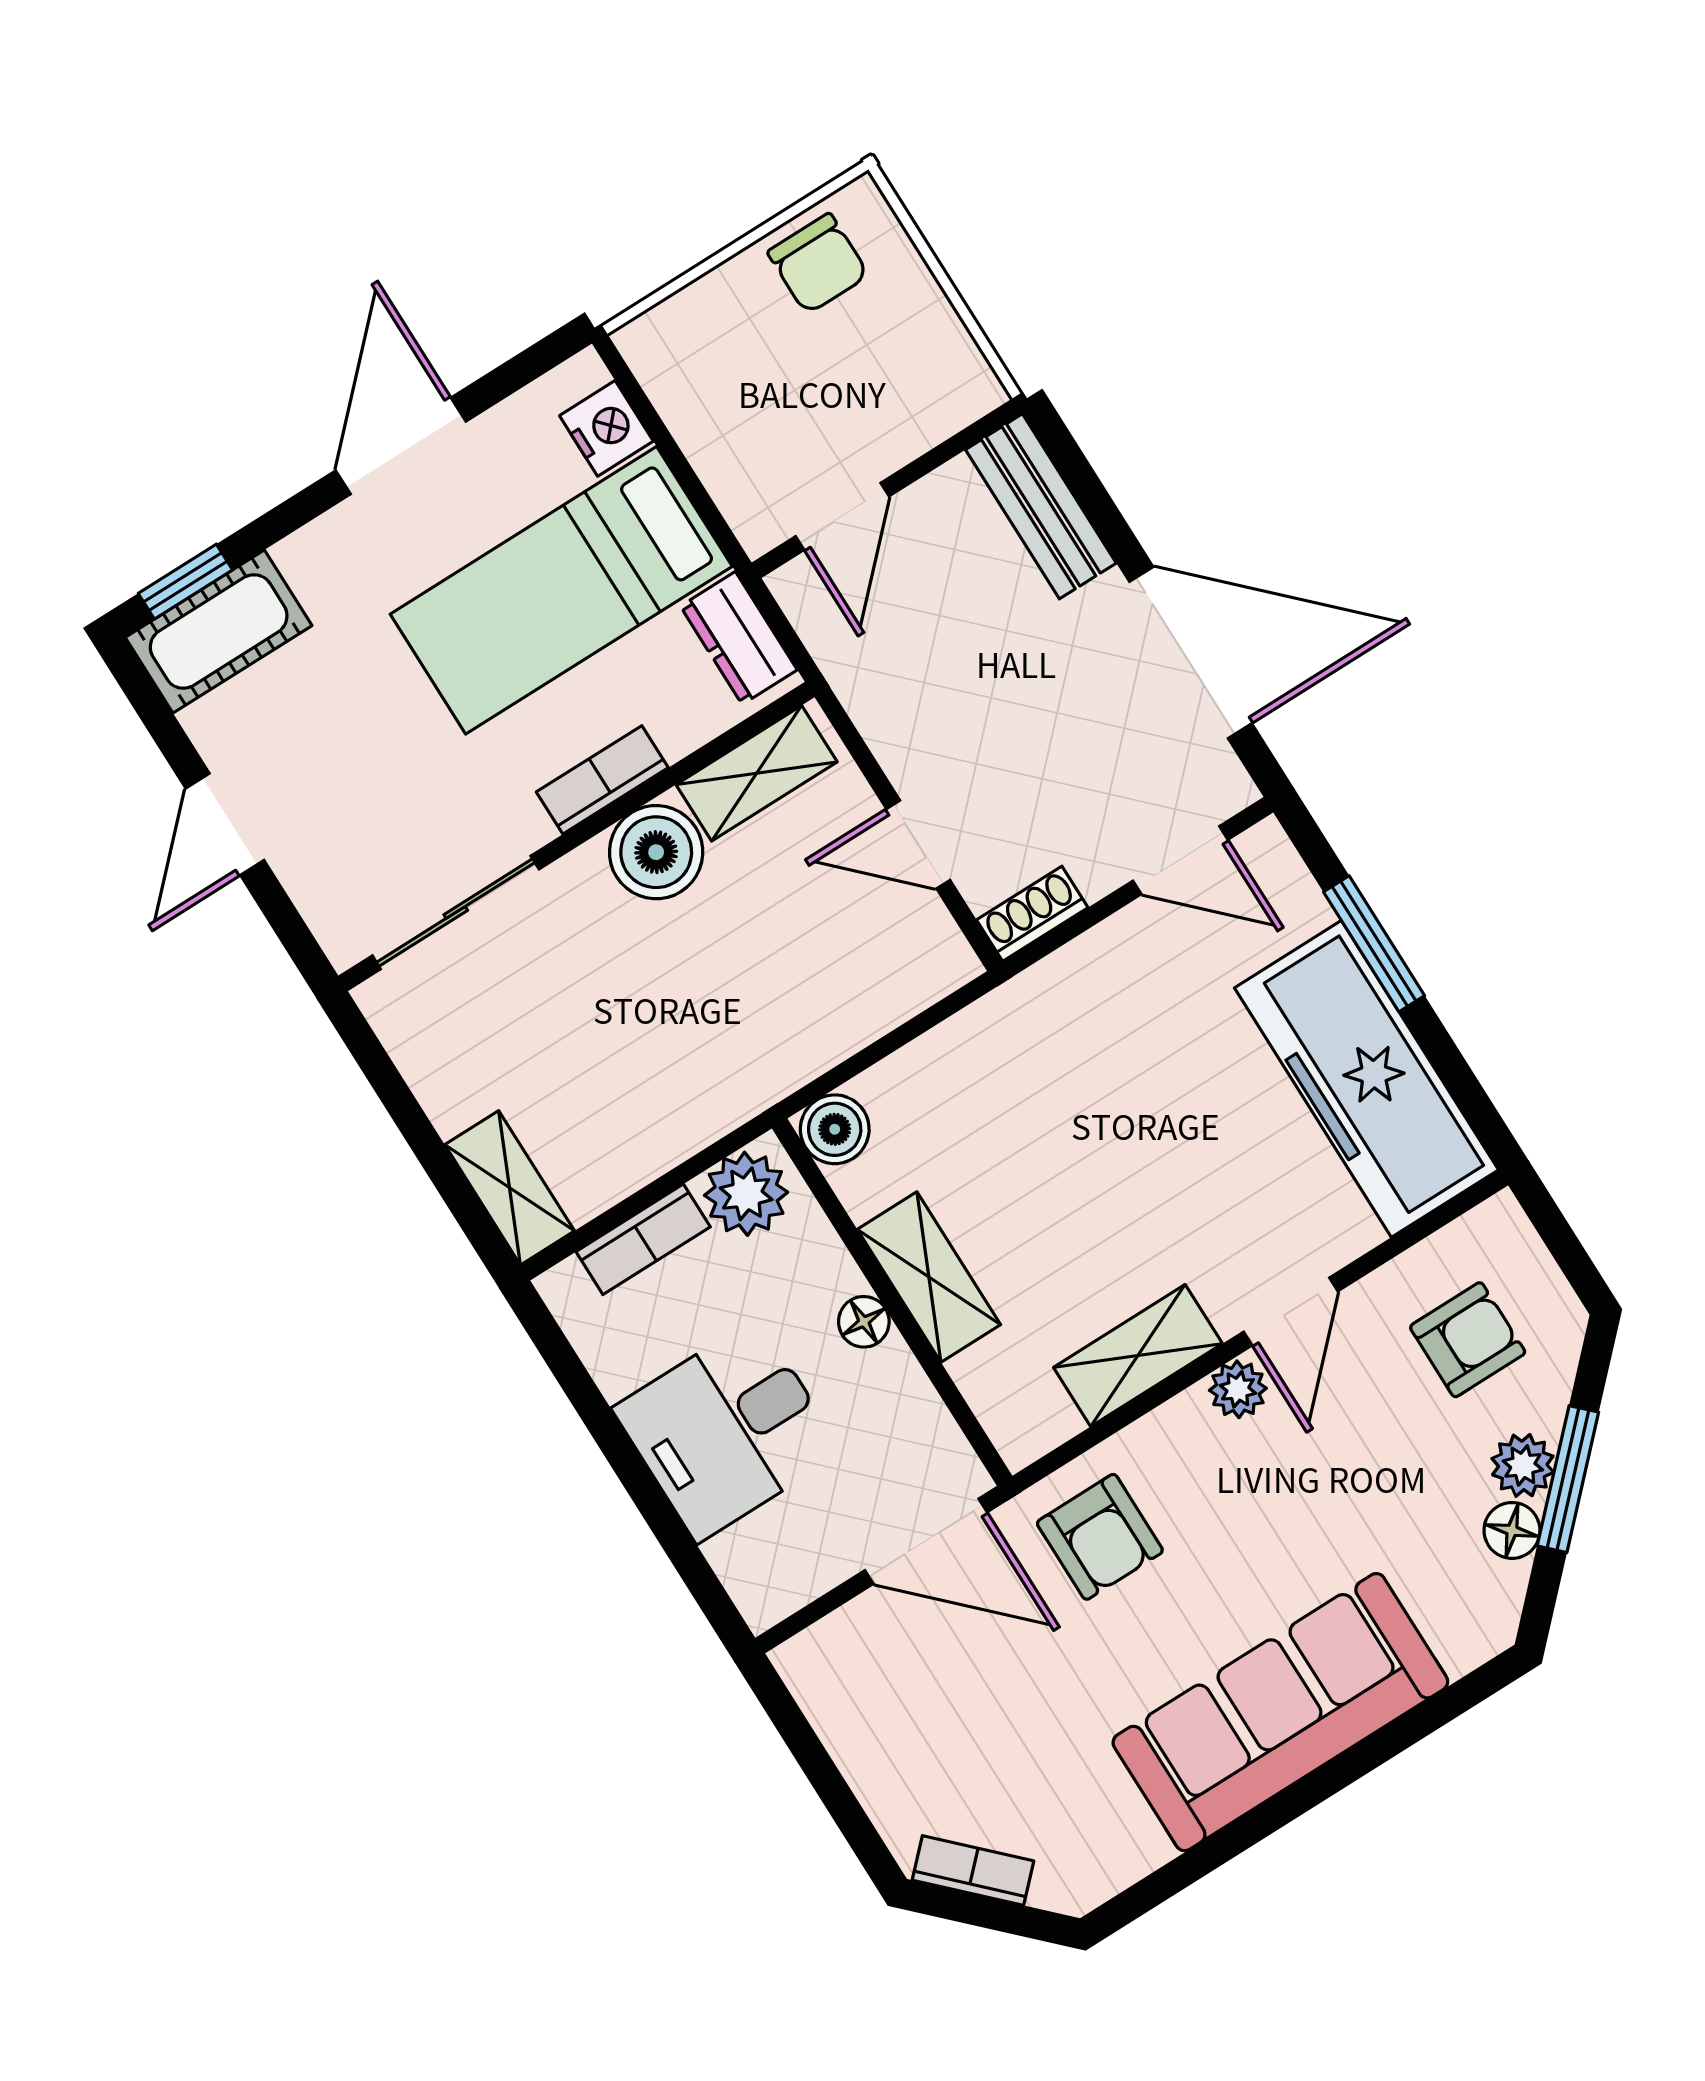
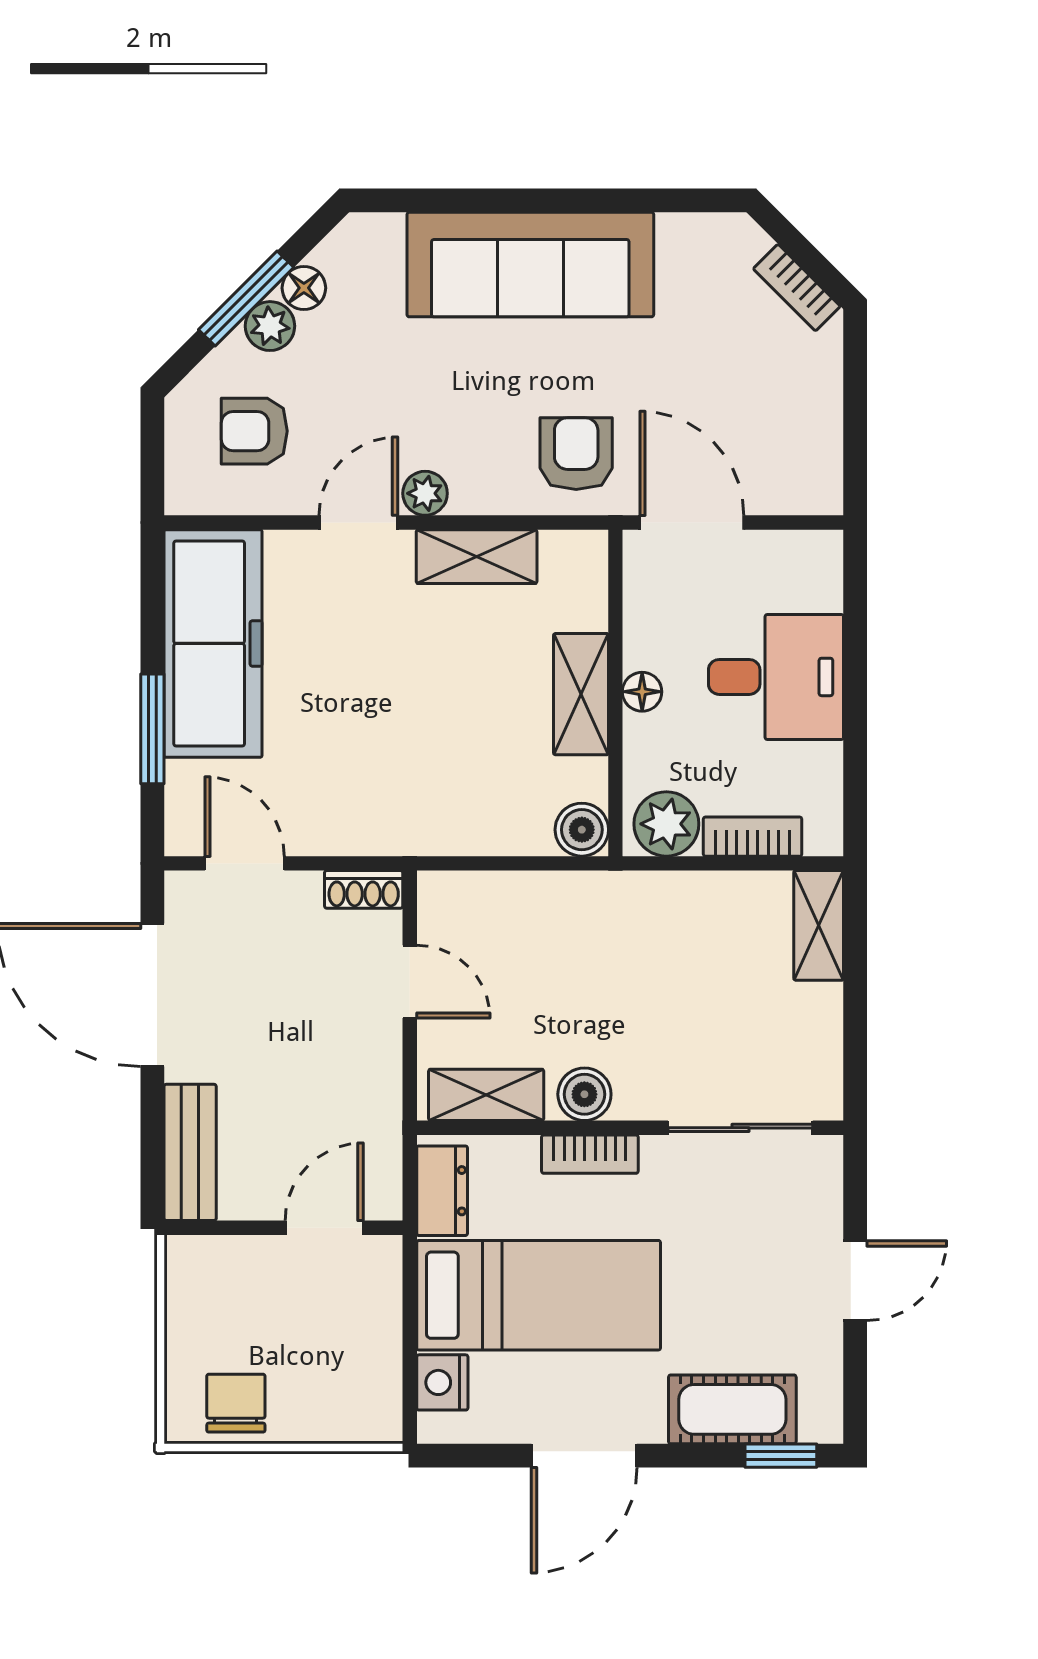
cot: (219, 631) -> (732, 1409), moved
boiler: (656, 852) -> (584, 1094), width x0.73, depth x0.73

